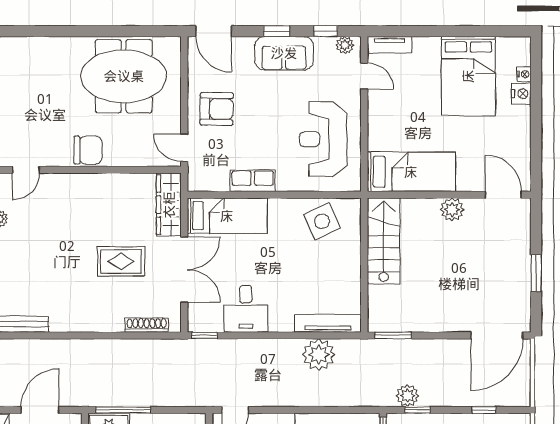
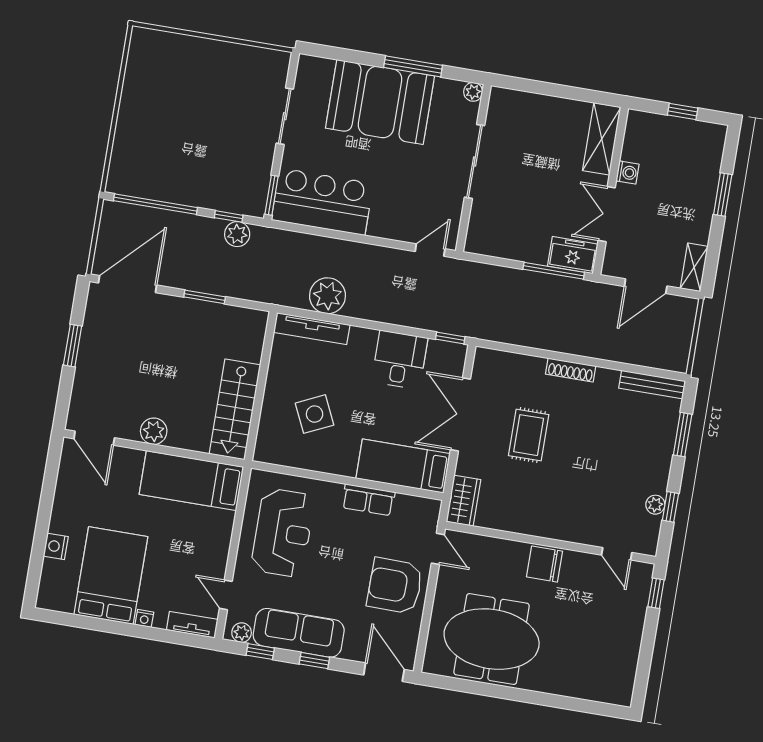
sofa: (284, 53) -> (299, 633), width x1.36
nightstand: (524, 74) -> (144, 618), moved, turned -90
armchair: (217, 109) -> (395, 586), width x1.36, depth x1.36
door: (26, 170) -> (617, 554), swing flipped
wardrobe: (169, 205) -> (463, 501), width x0.67
side table: (322, 221) -> (315, 414), moved
rug: (121, 261) -> (529, 435), turned 90
shoe rack: (147, 325) -> (571, 370), moved
window: (393, 335) -> (205, 297), moved
window: (484, 410) -> (155, 204), width x3.17

